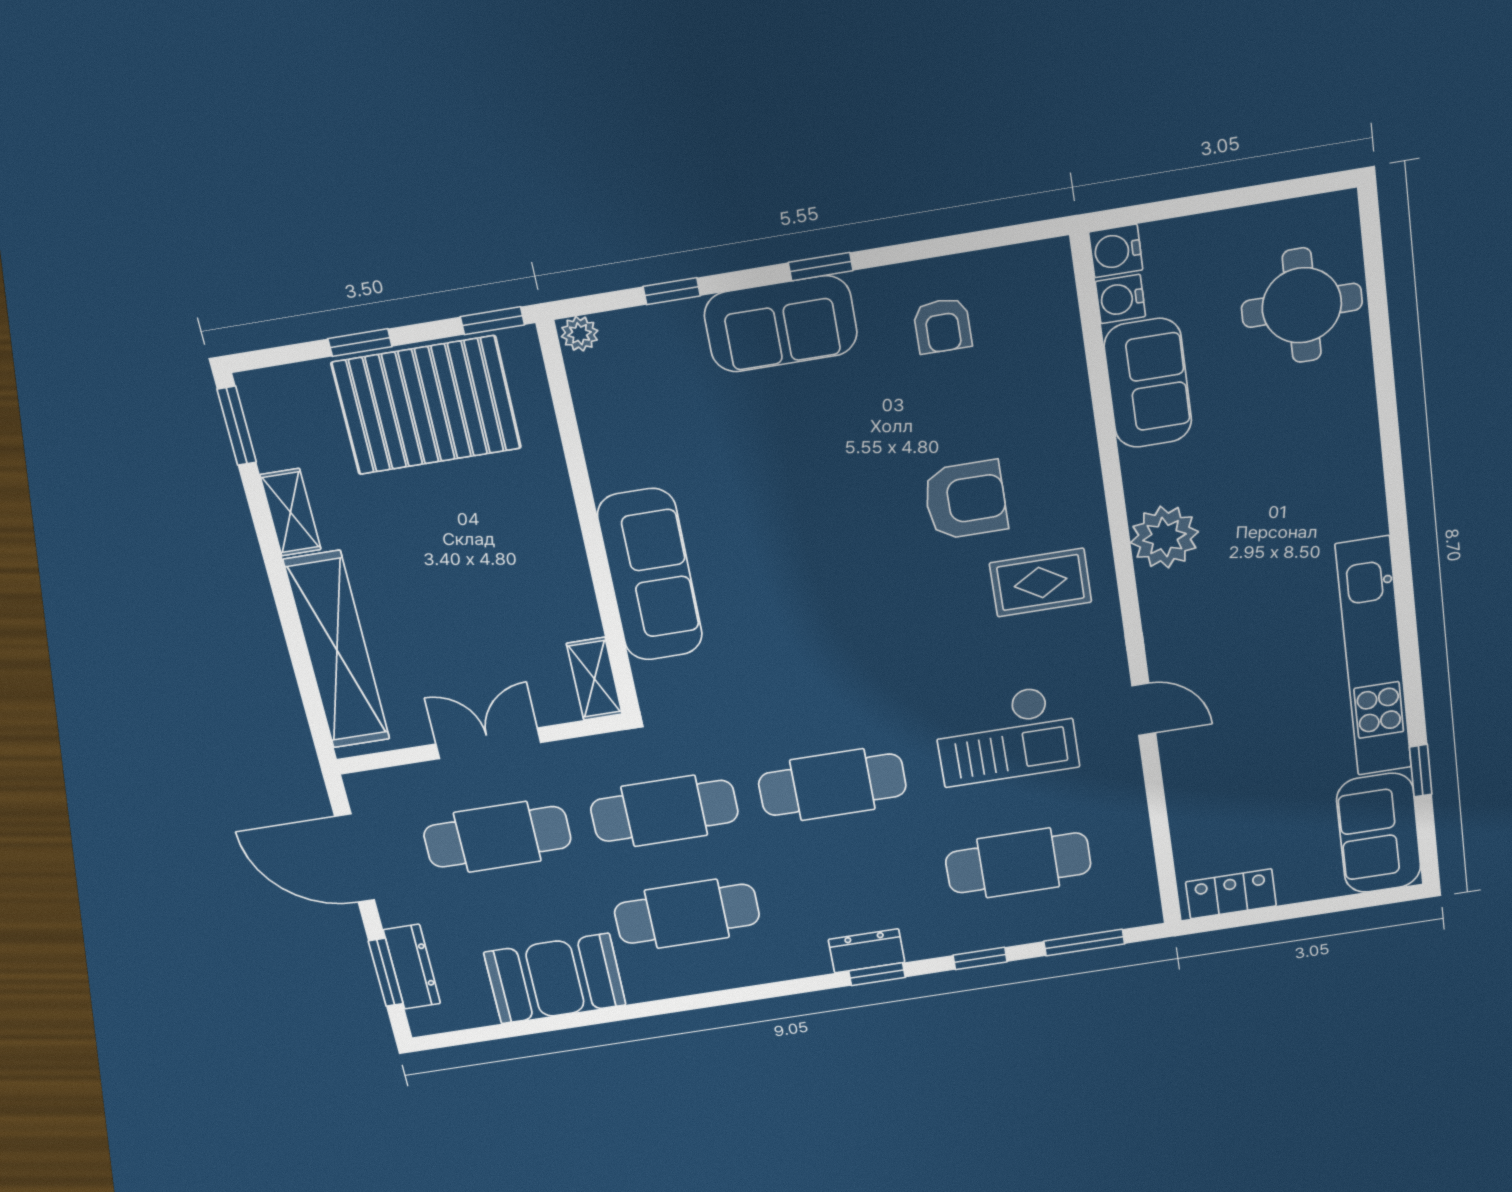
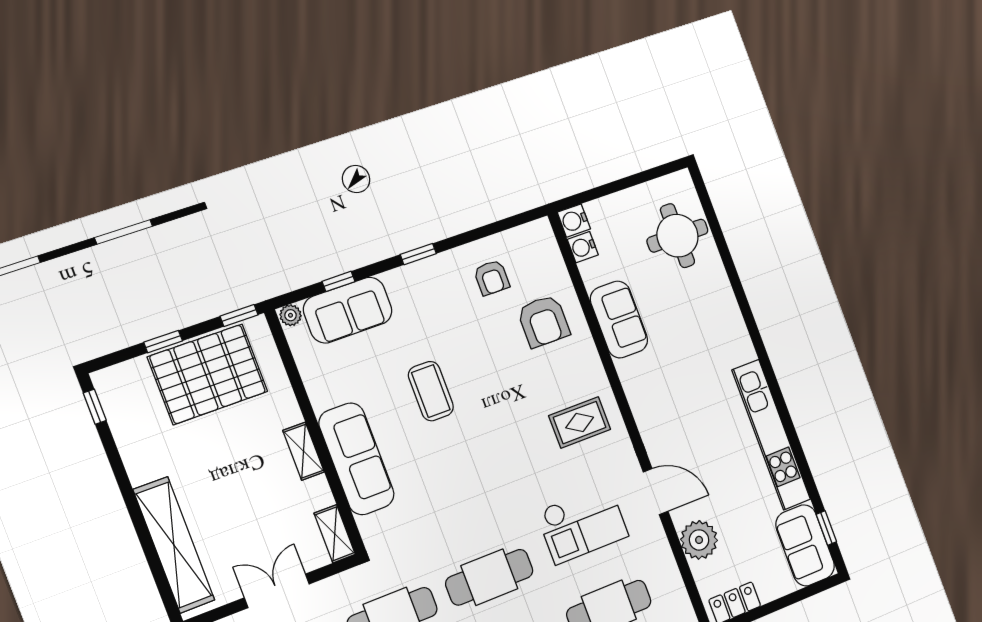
sofa: (781, 324) -> (348, 310), moved
sofa: (1148, 383) -> (619, 320), moved
window: (237, 426) -> (95, 407), width x0.67
coffee table: (796, 492) -> (431, 391), added
armchair: (965, 500) -> (544, 321), moved, turned 90
shelving: (291, 512) -> (303, 451), moved
plant: (1164, 537) -> (699, 540), moved
door: (1144, 709) -> (656, 492), width x1.38
window: (1421, 771) -> (826, 528), moved

